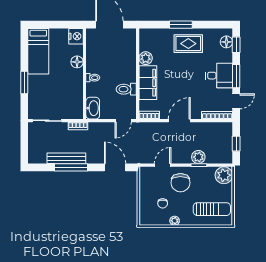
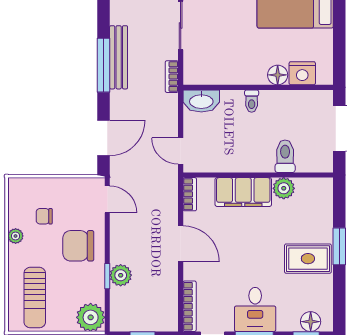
nightstand: (76, 36) -> (302, 73), moved
rug: (188, 44) -> (308, 259), turned 90
toilet: (126, 89) -> (285, 156), moved
door: (163, 165) -> (107, 199), moved

